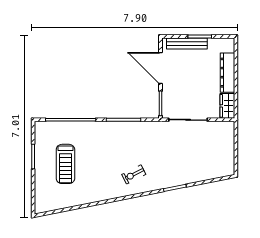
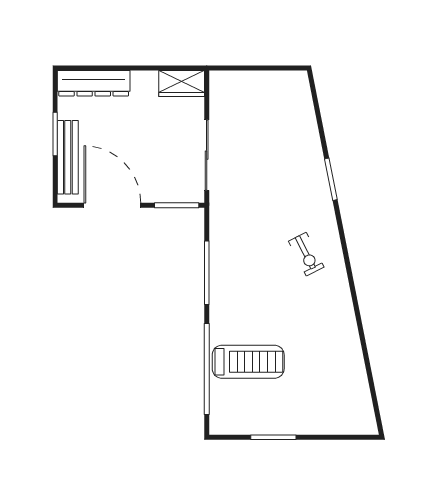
door: (161, 68) -> (112, 205), swing flipped
dresser: (228, 73) -> (94, 83), moved
treadmill: (65, 164) -> (248, 362), moved

